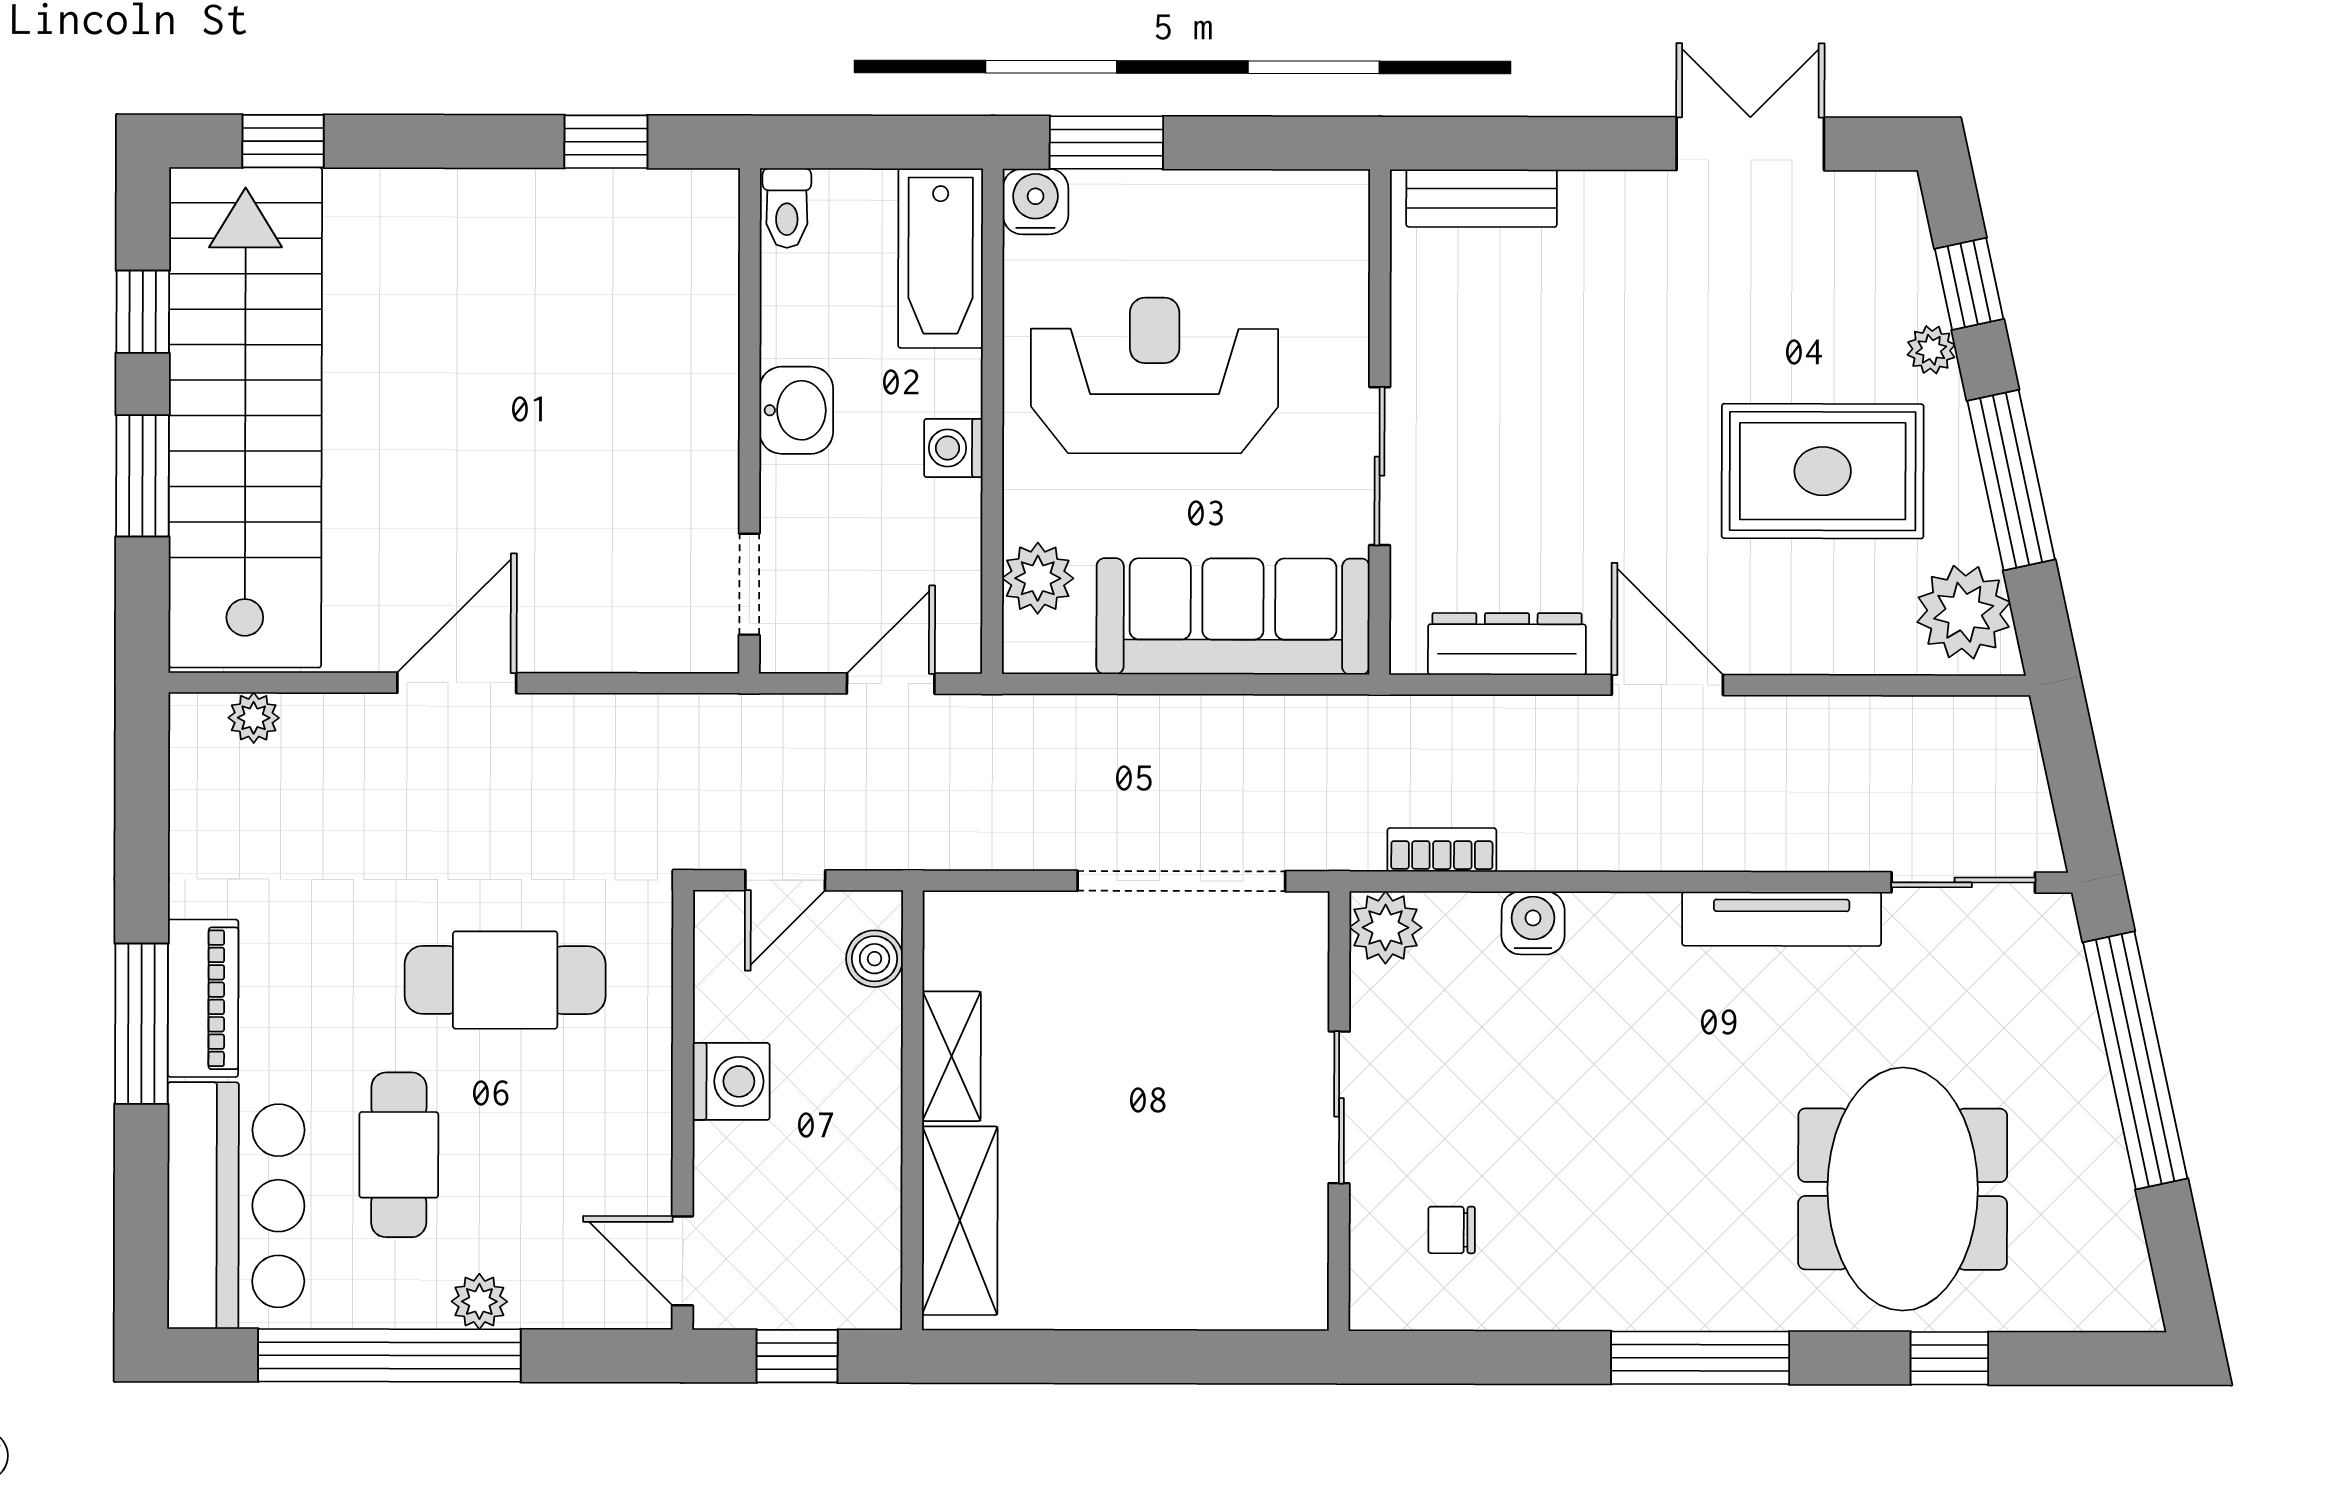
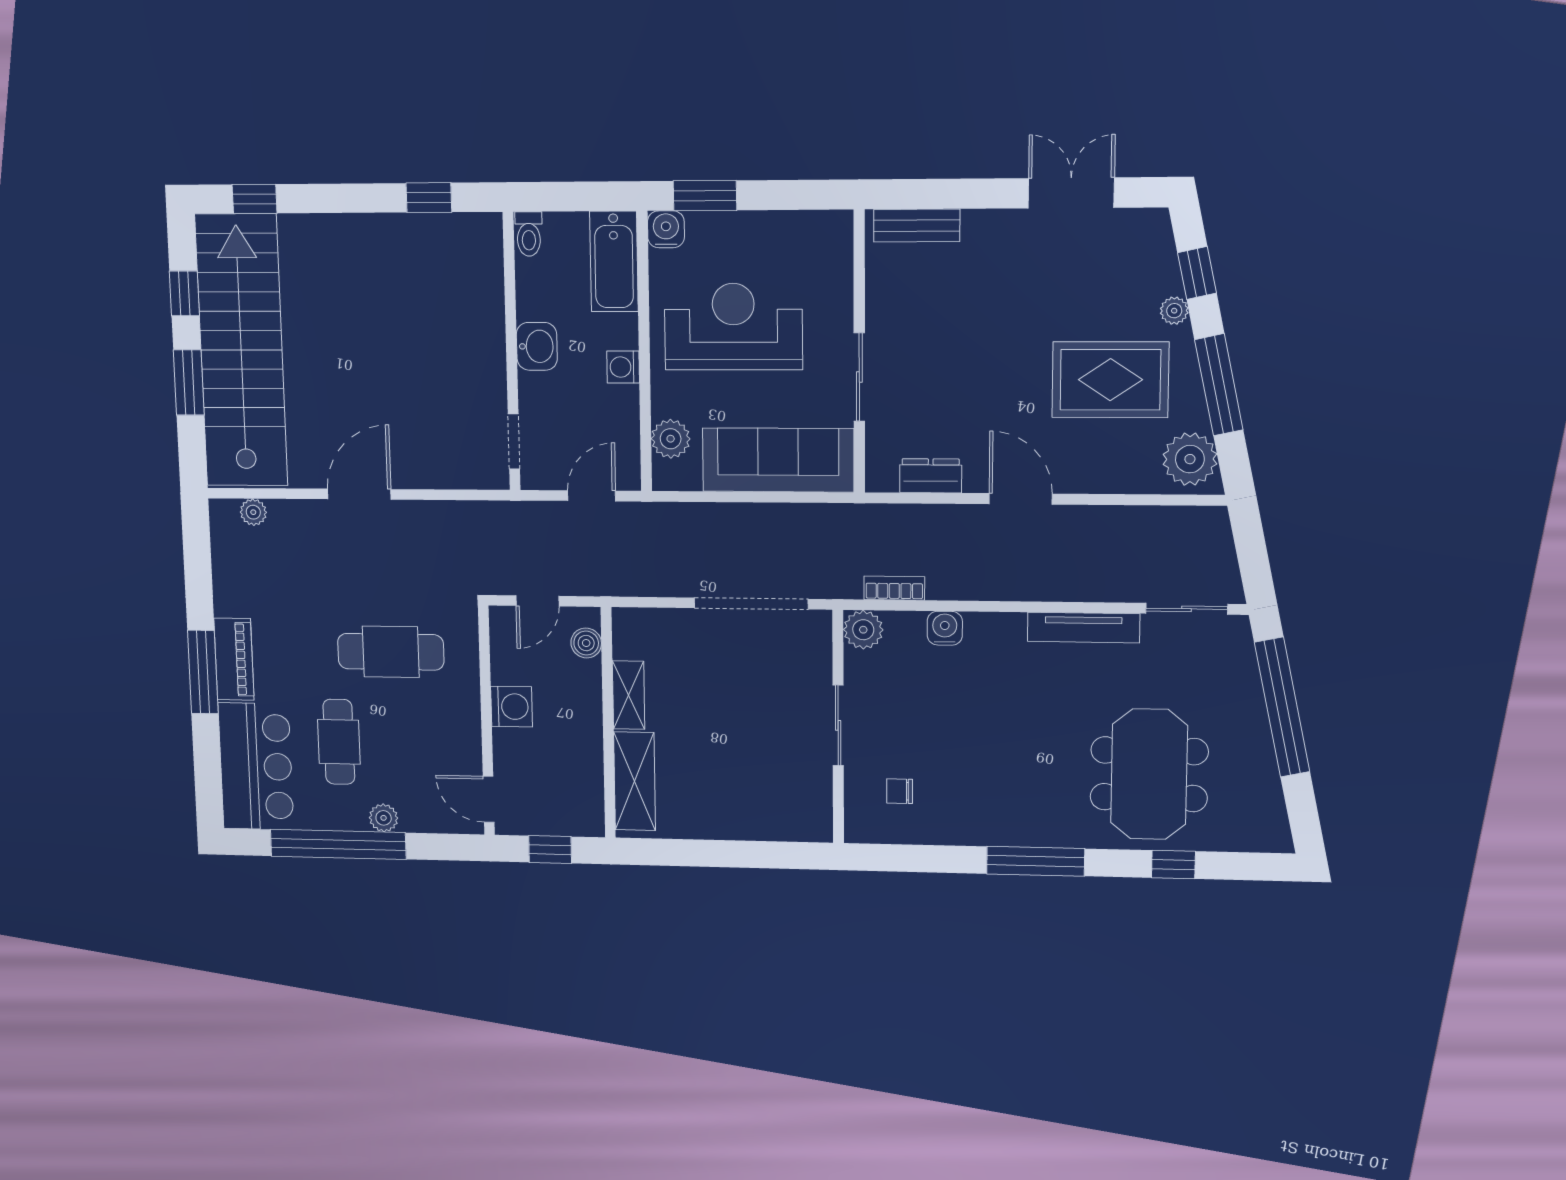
dresser: (1507, 644) -> (931, 476), width x0.70

